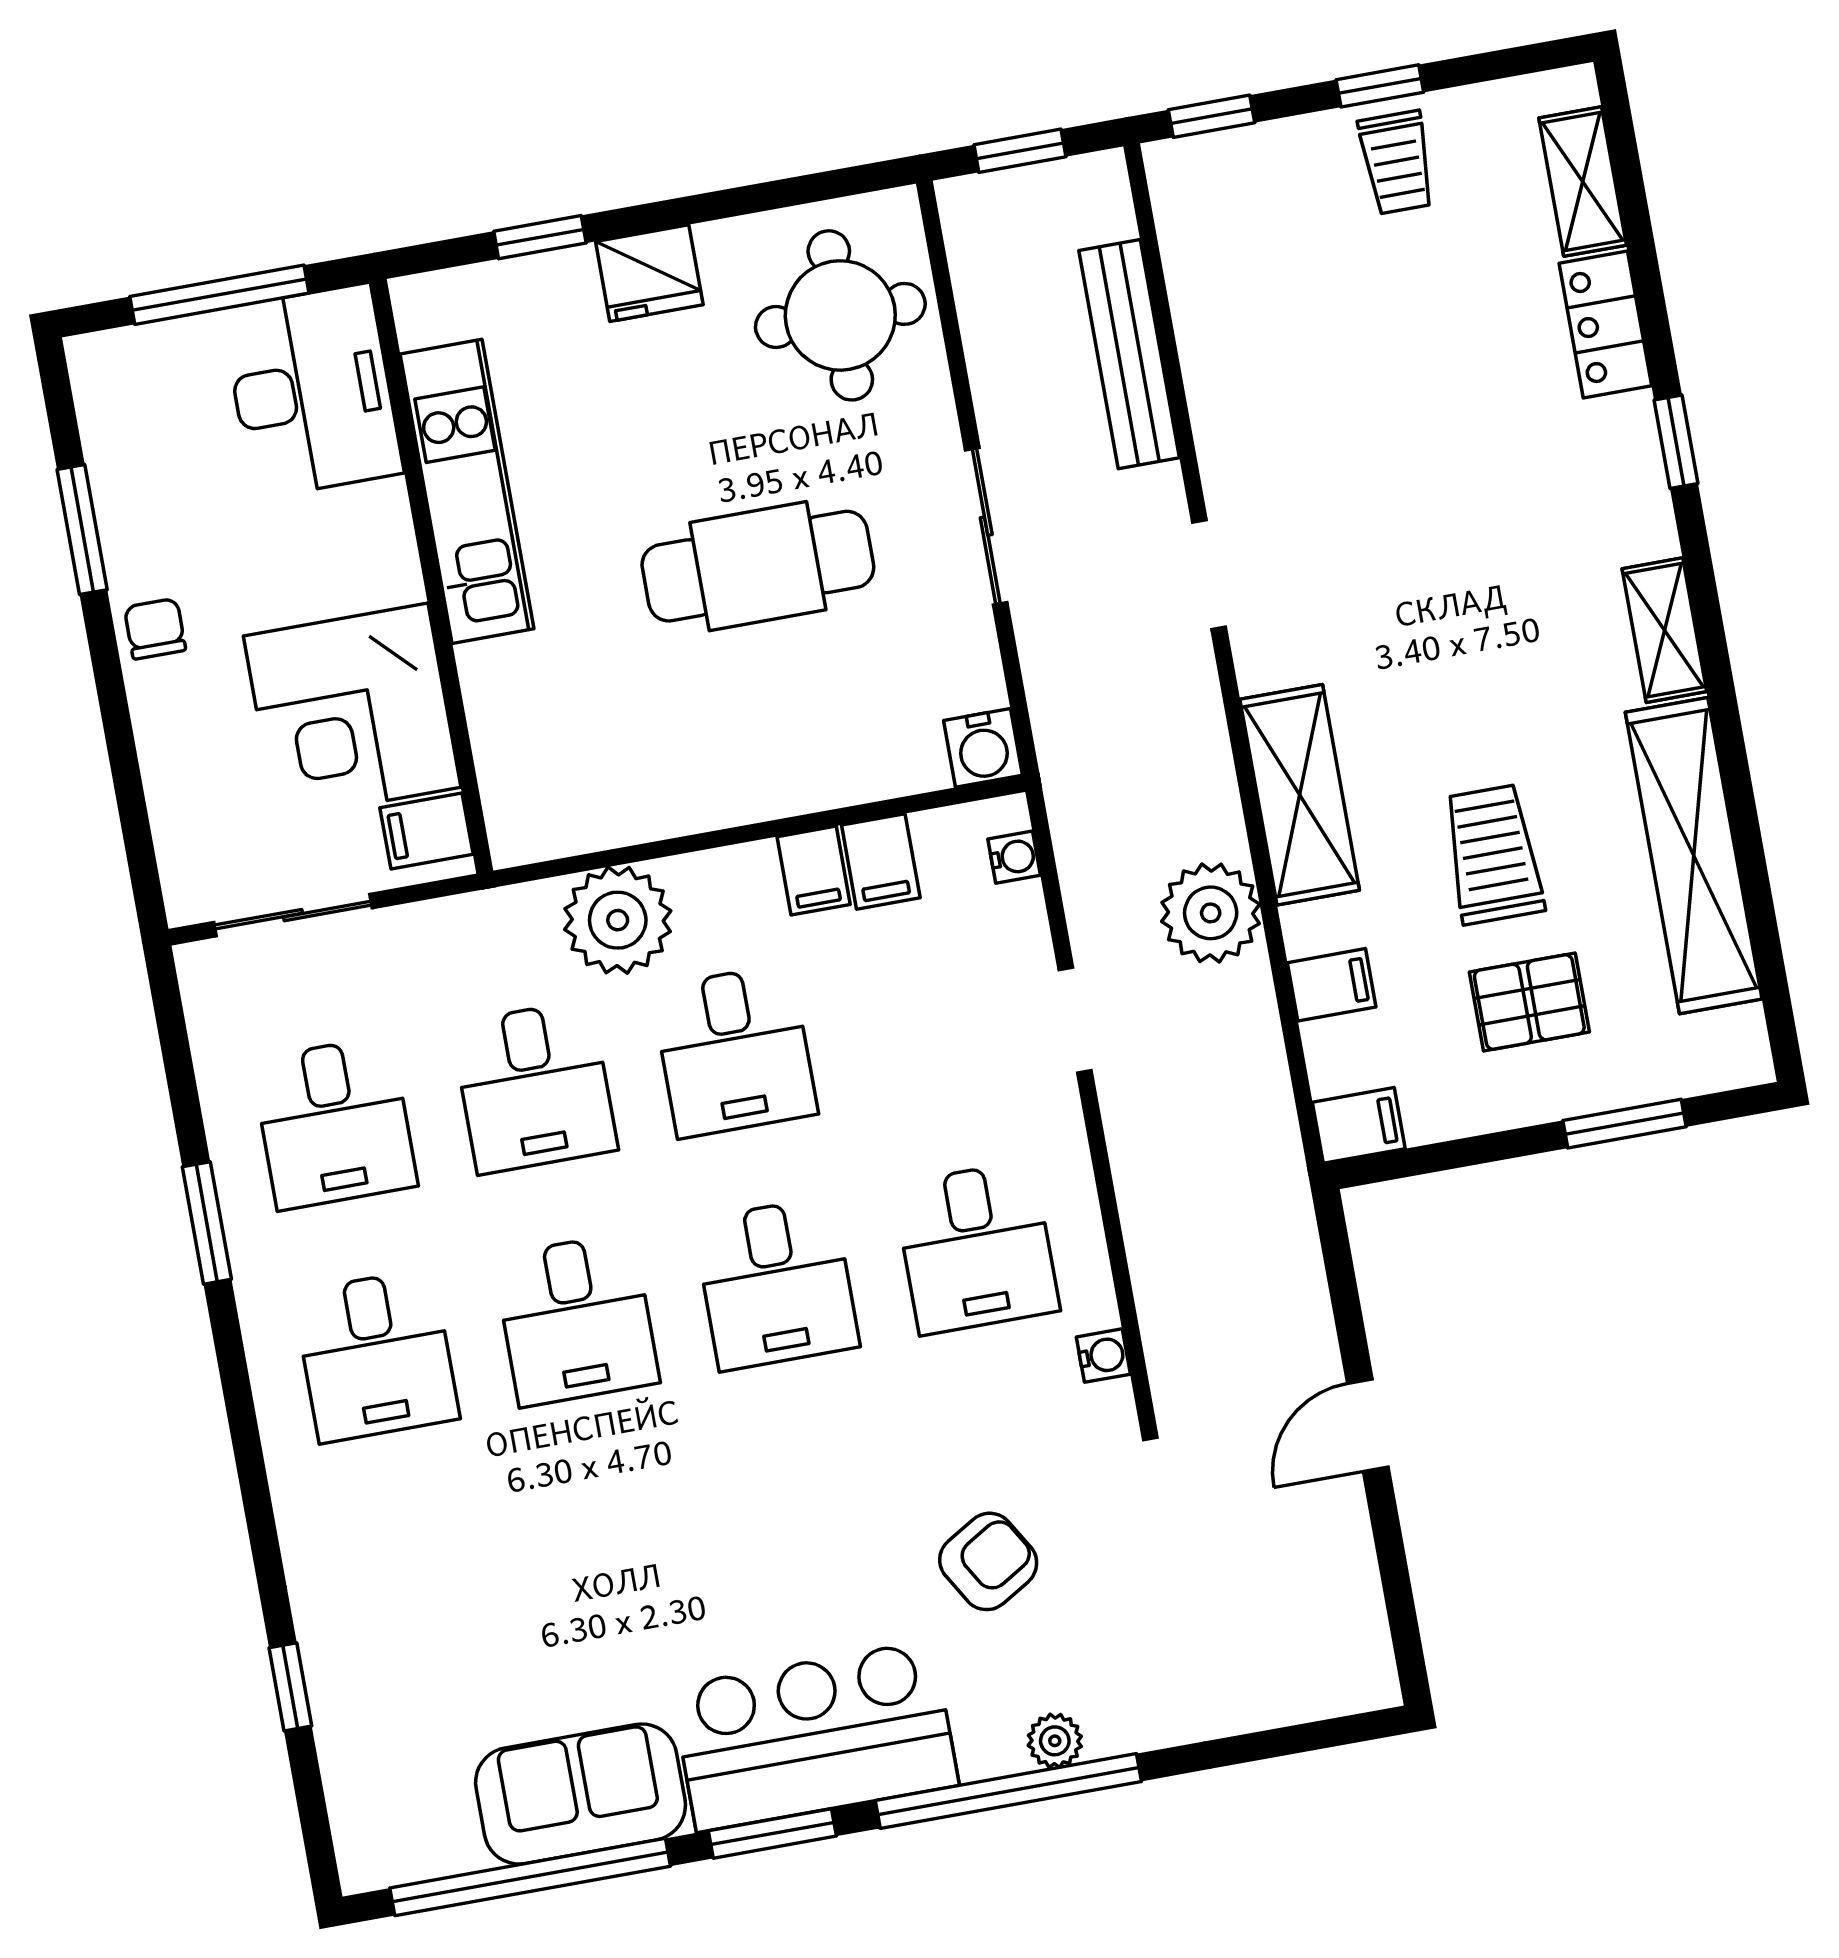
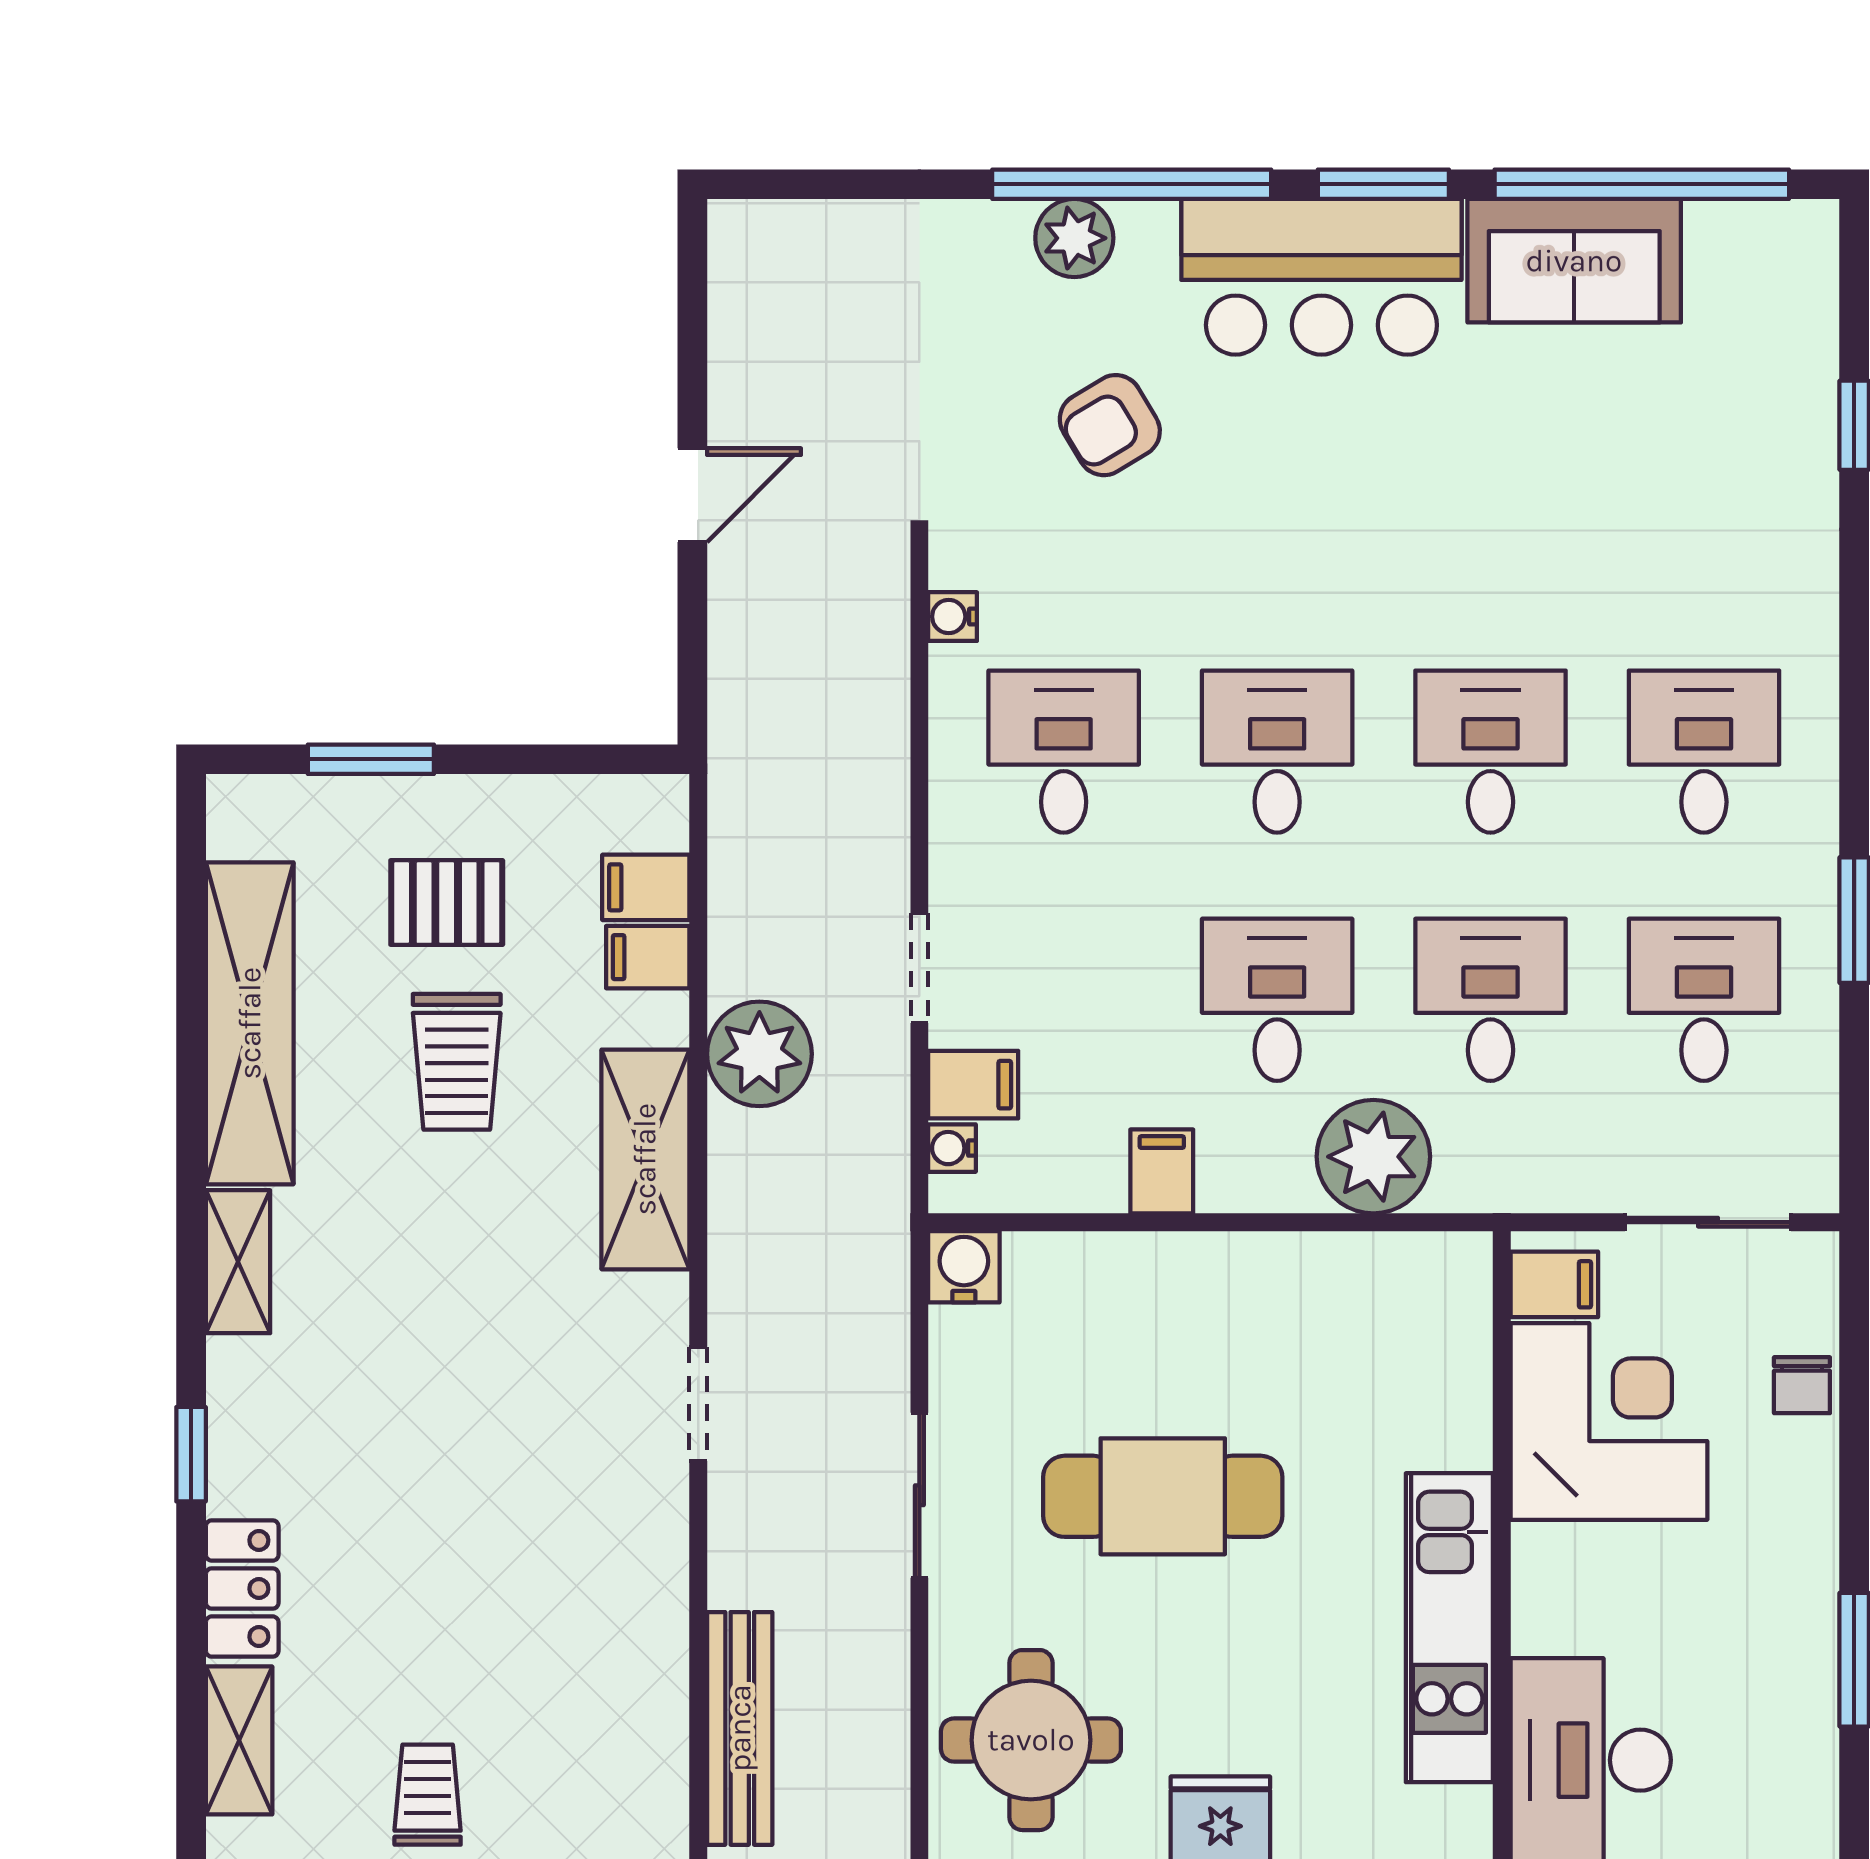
bench: (1129, 354) -> (740, 1728), moved
chair: (155, 629) -> (1802, 1385), moved
filing cabinet: (881, 861) -> (973, 1085), moved, turned 90
filing cabinet: (1359, 1125) -> (646, 887), moved
plant: (1055, 1741) -> (1074, 238), width x1.38, depth x1.38

